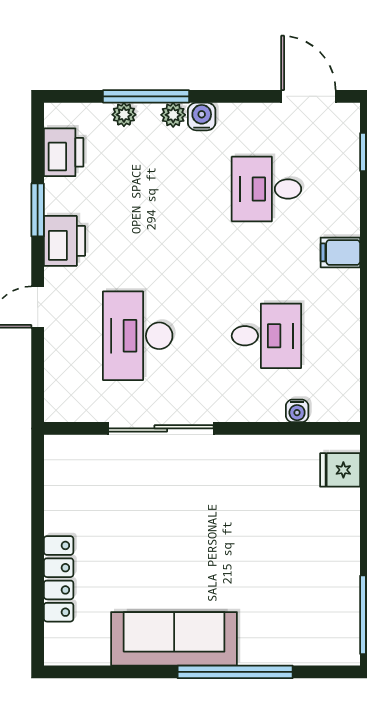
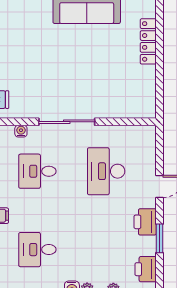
desk: (266, 189) -> (37, 250), turned 180
desk: (138, 336) -> (106, 171), turned 180
sliding door: (161, 428) -> (67, 122), moved

